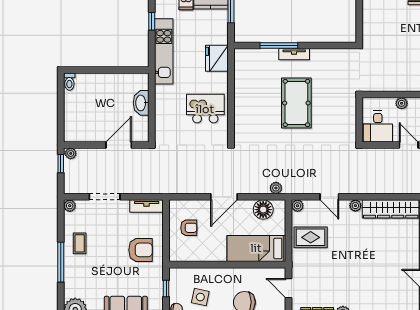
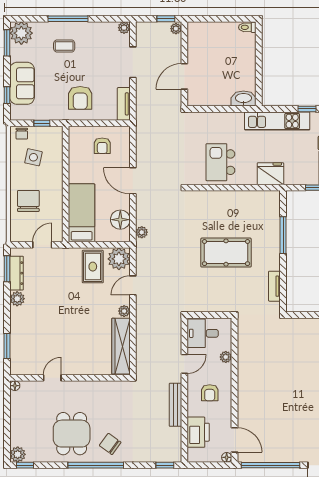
tv unit: (294, 54) -> (274, 286), moved
washbasin: (141, 103) -> (243, 98), moved
kitchen island: (205, 109) -> (220, 162), turned 180
door: (119, 145) -> (184, 76), swing flipped
plant: (297, 206) -> (119, 259), width x1.88, depth x1.88
coffee table: (80, 243) -> (64, 46), moved

